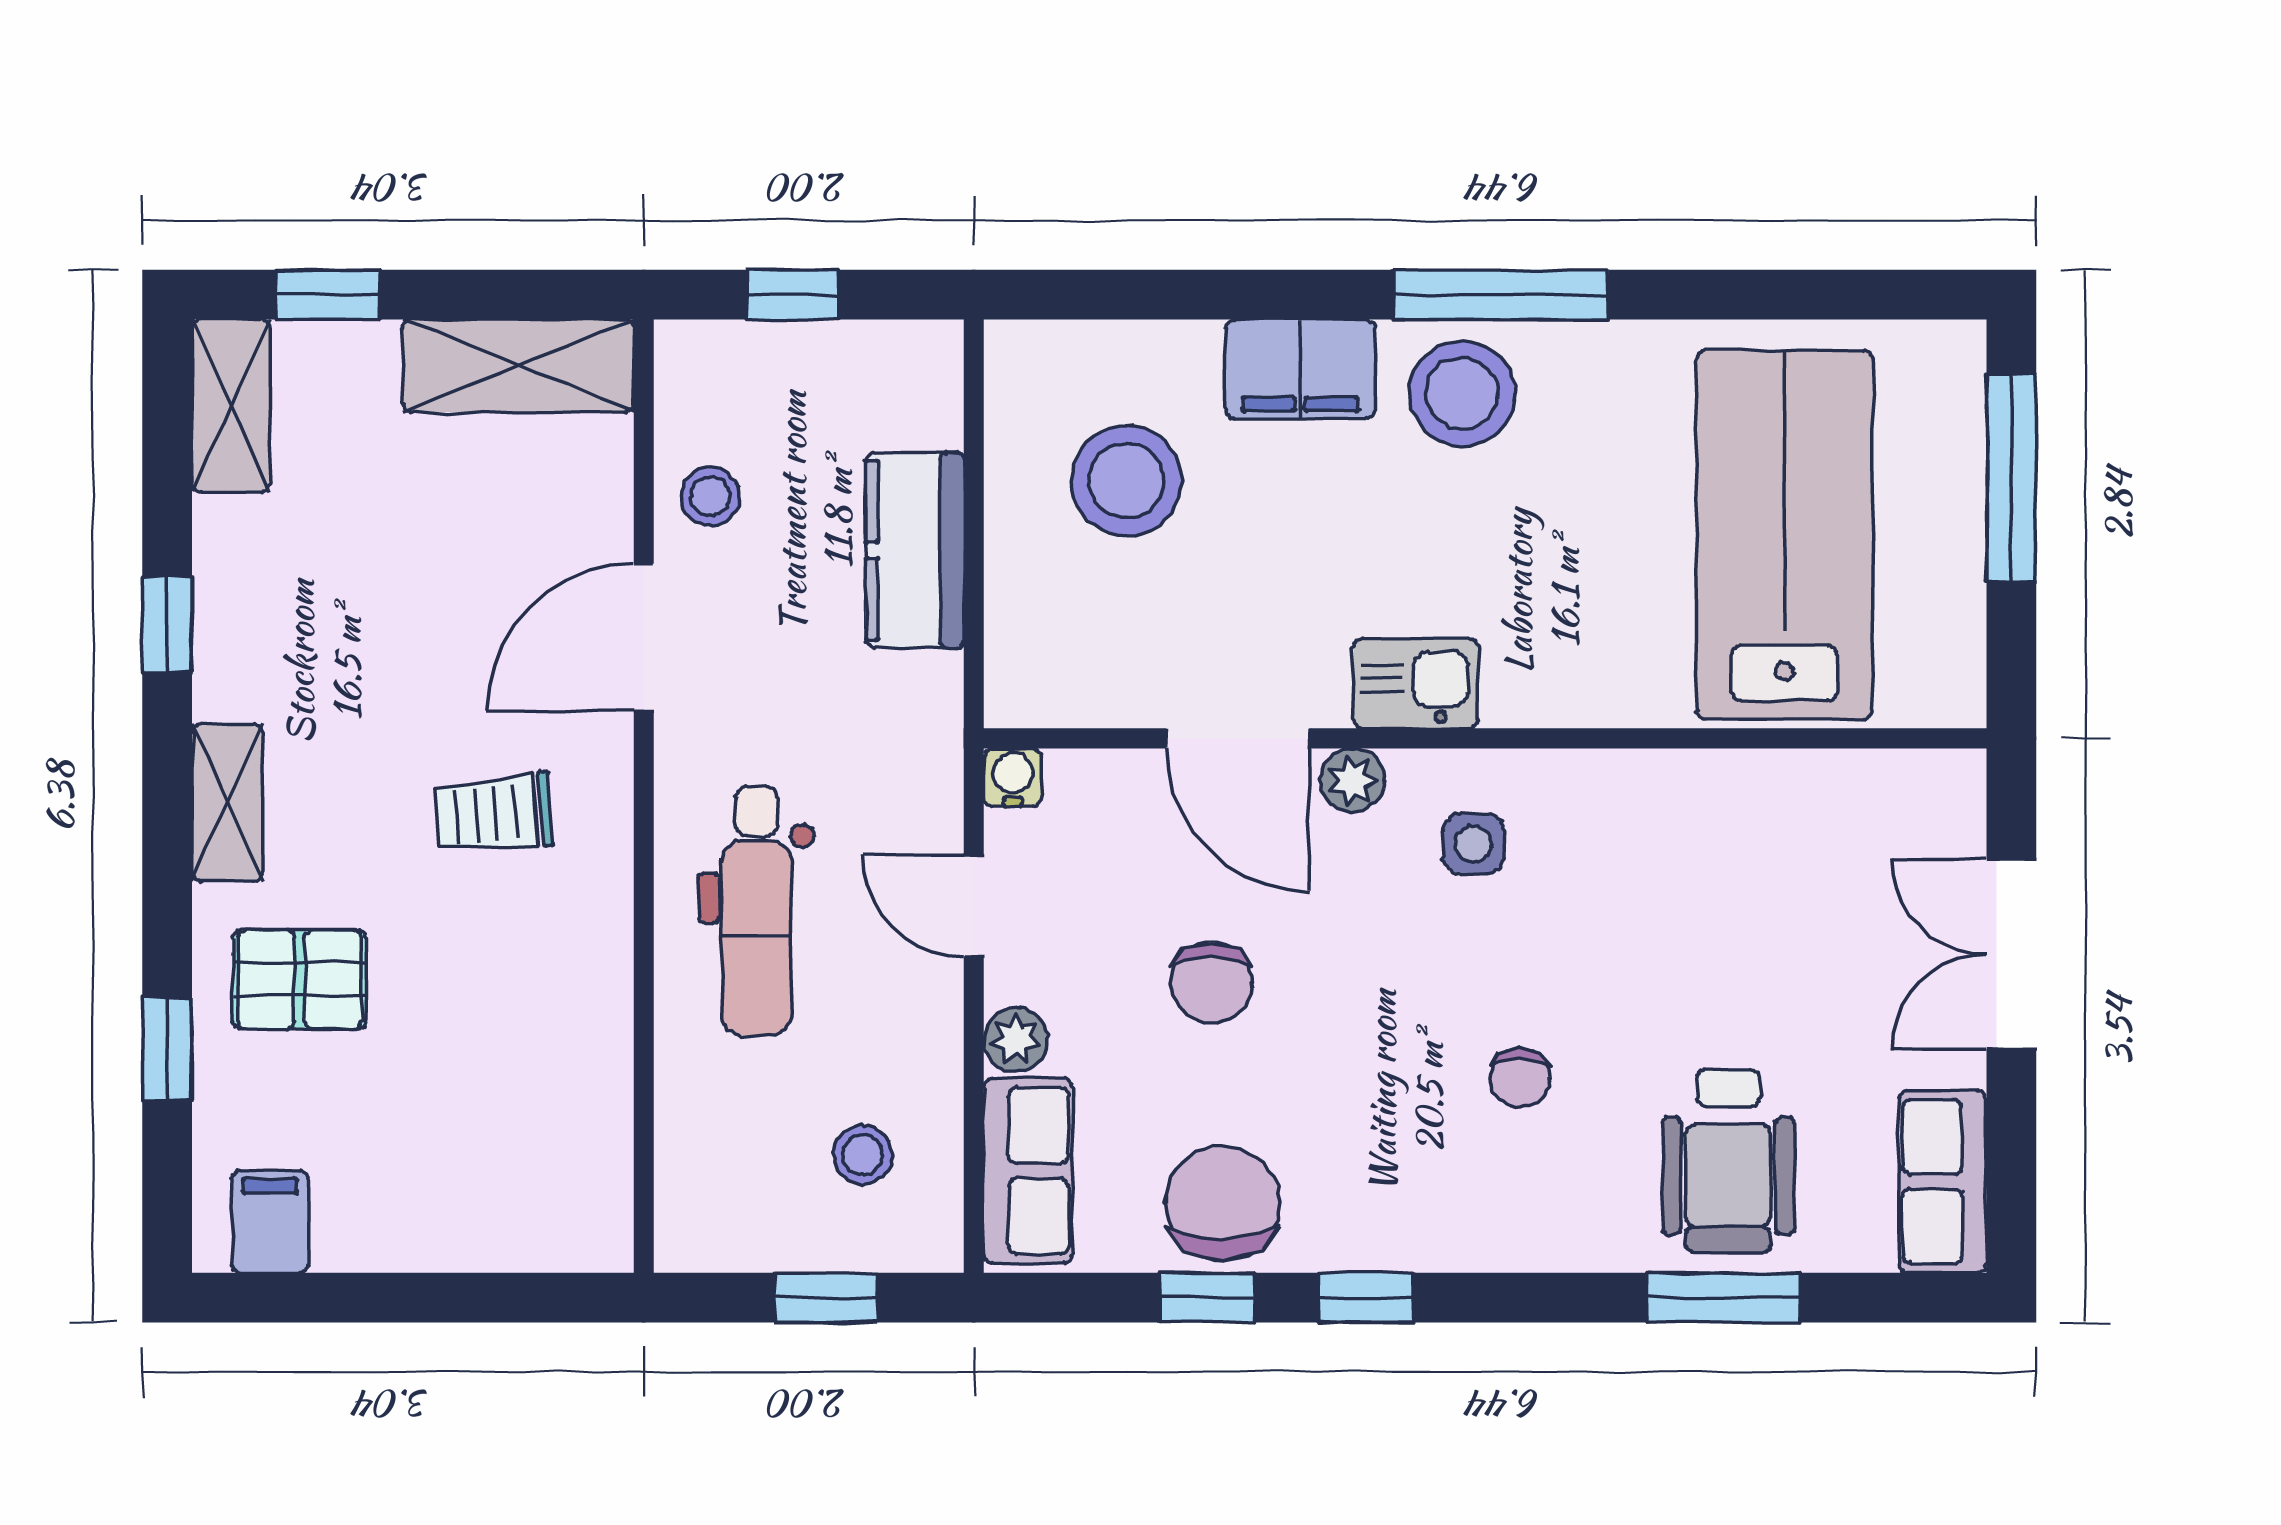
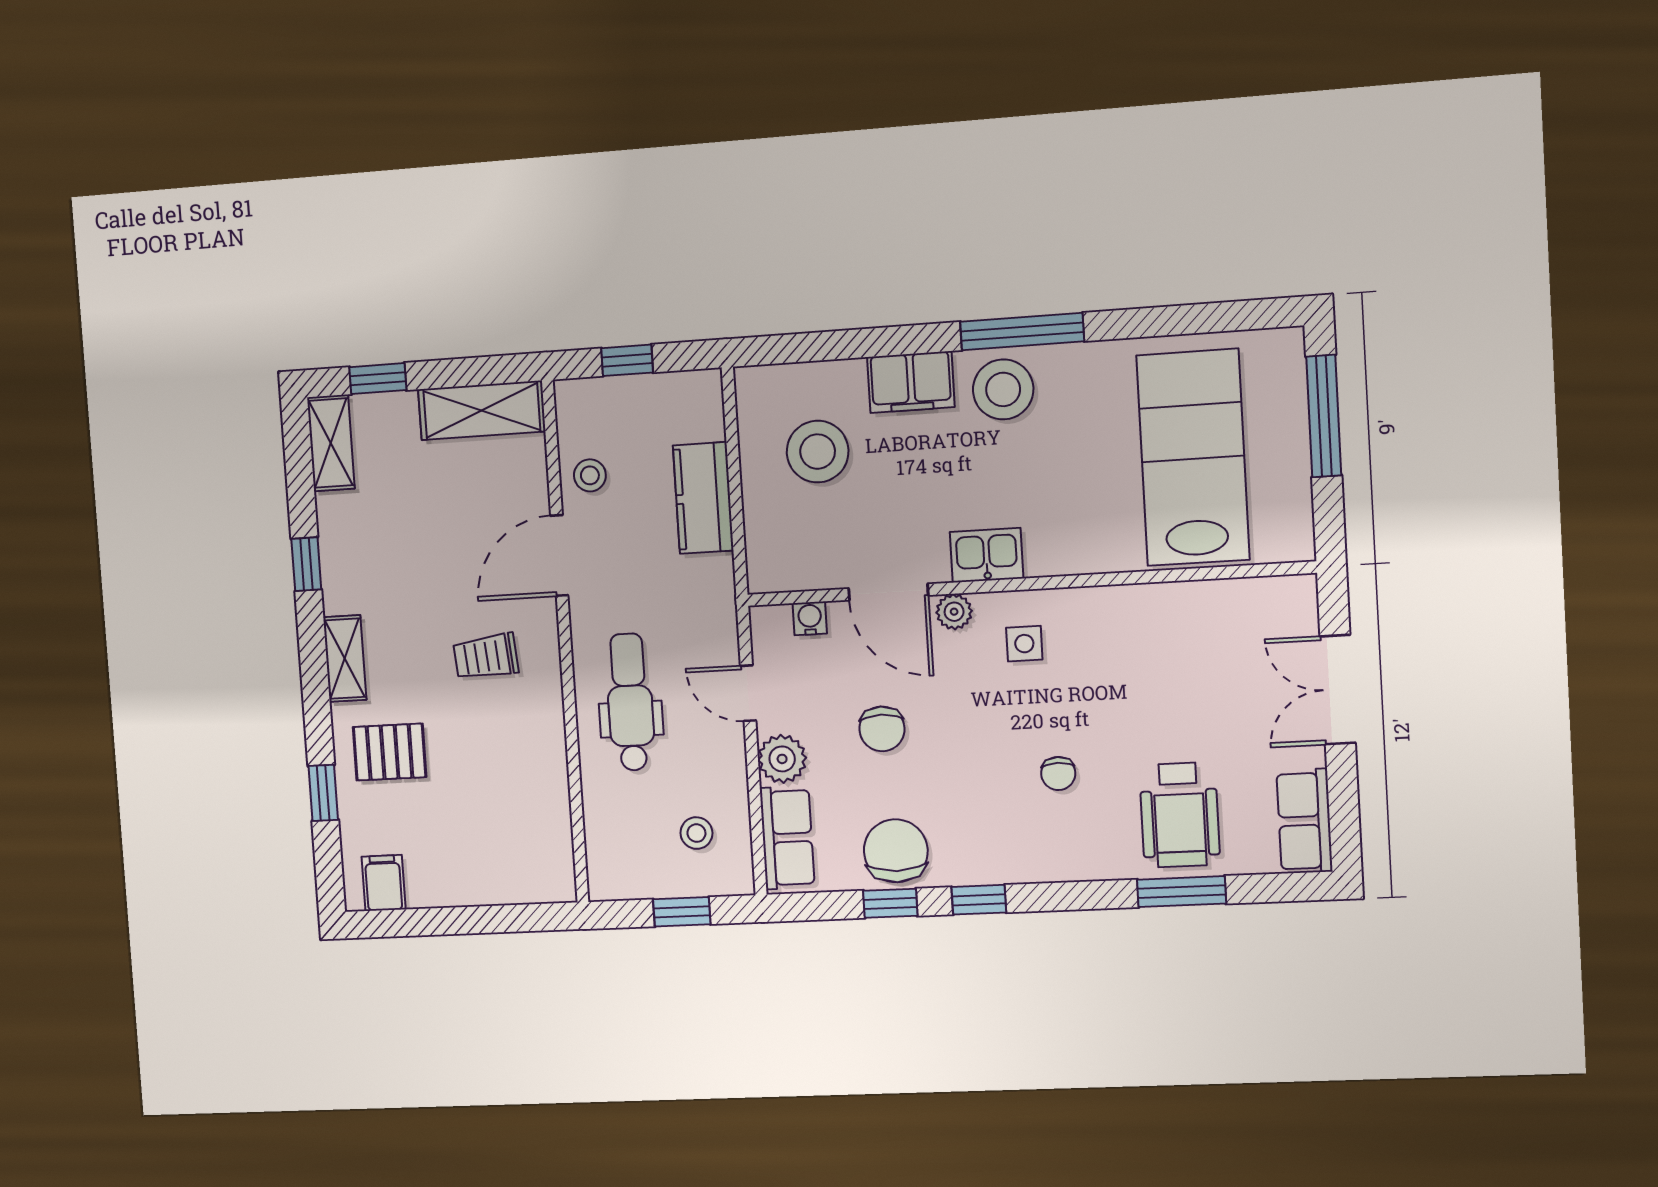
water cooler: (1013, 777) -> (810, 618), moved
dental chair: (756, 911) -> (630, 702), turned 180
plant: (1016, 1040) -> (782, 759), width x1.38, depth x1.38

